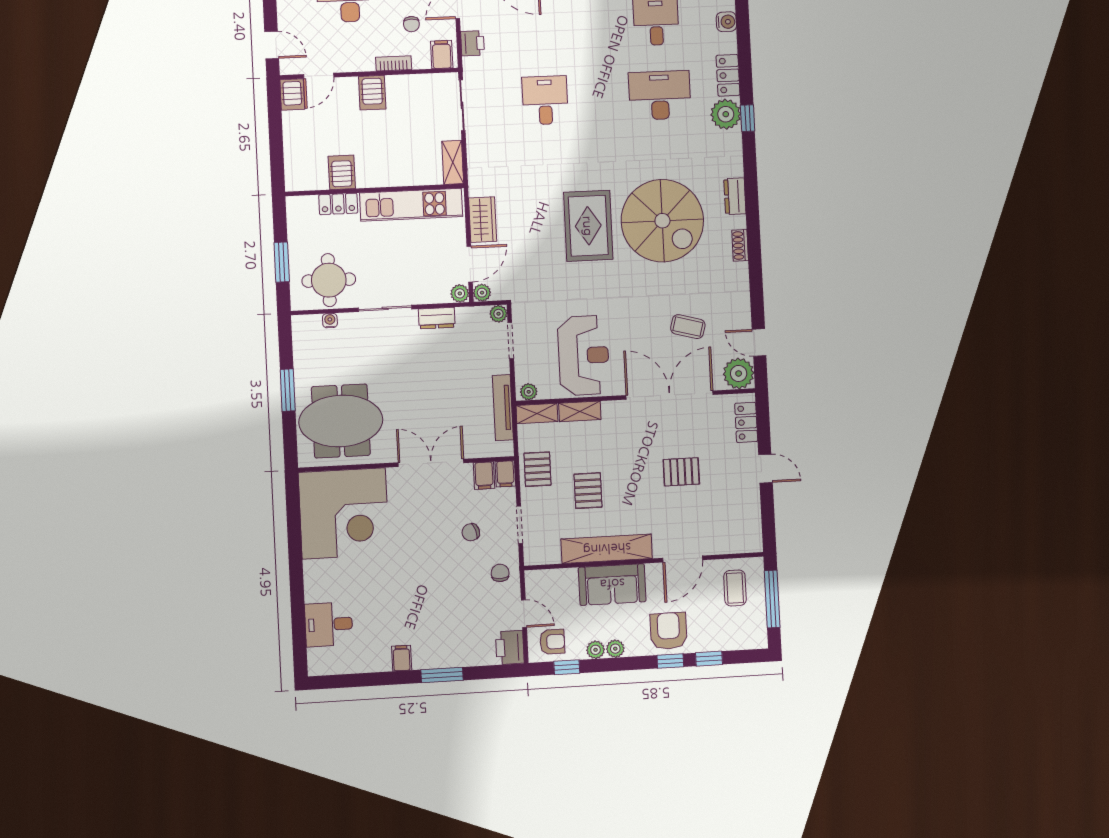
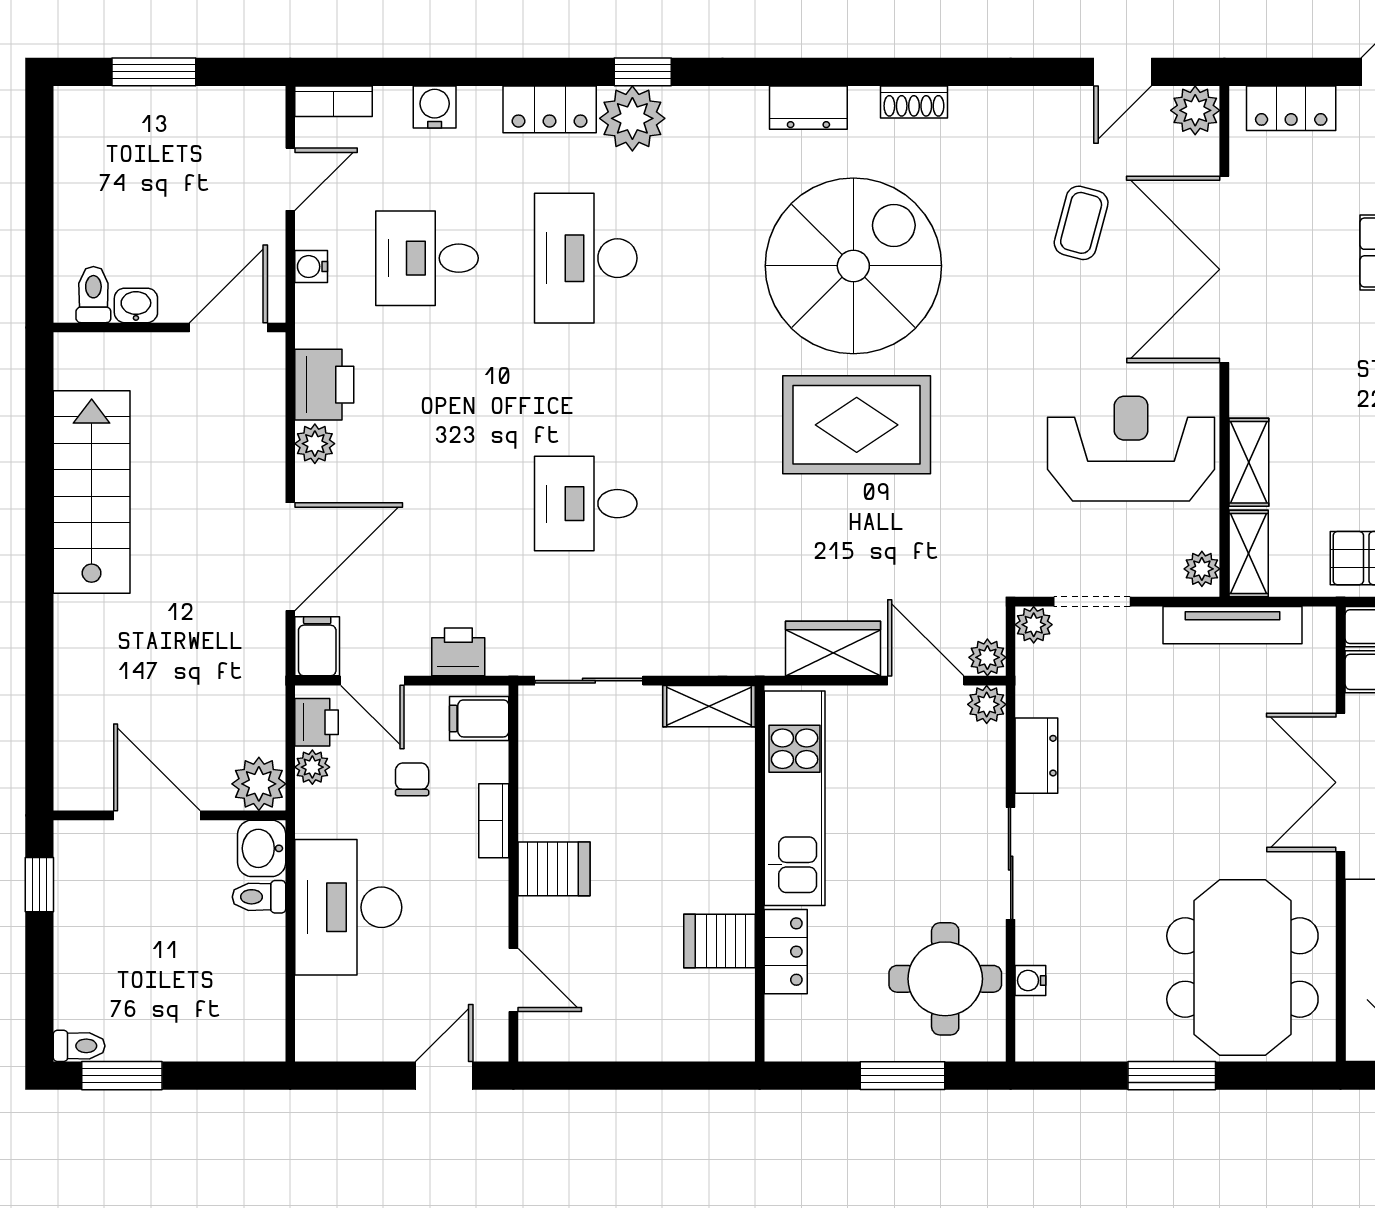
chair: (411, 24) -> (412, 779), turned -90
server rack: (292, 95) -> (551, 1037), removed
plant: (739, 373) -> (1195, 110), width x0.73, depth x0.73

